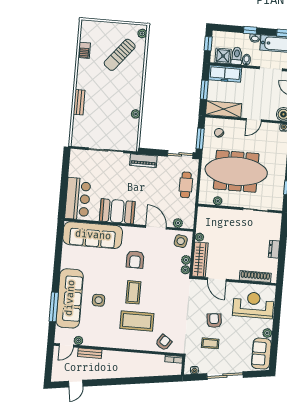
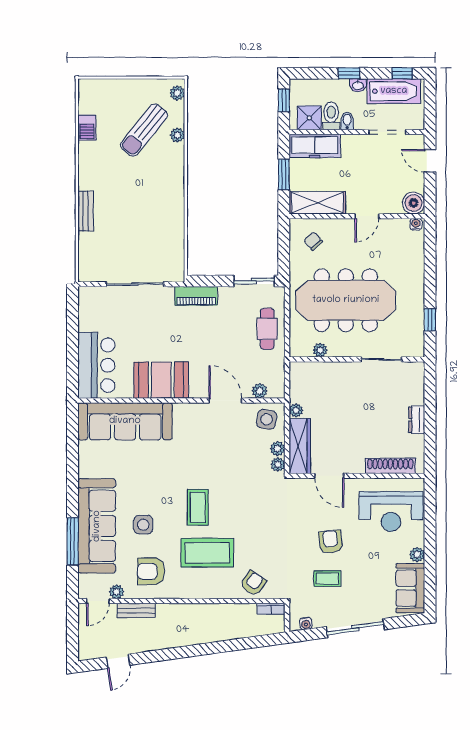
plant: (136, 114) -> (177, 135), moved
window: (200, 139) -> (284, 253), removed
armchair: (135, 260) -> (151, 571), moved, turned 90
reception desk: (253, 305) -> (391, 511), turned 180

